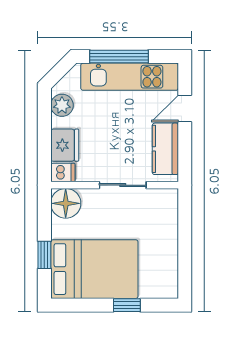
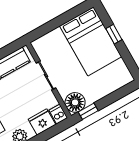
window: (44, 255) -> (88, 111), moved
bed: (94, 269) -> (91, 41), moved, turned 180

